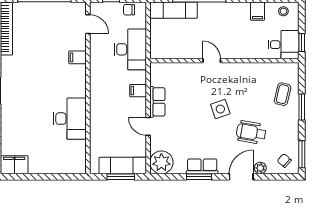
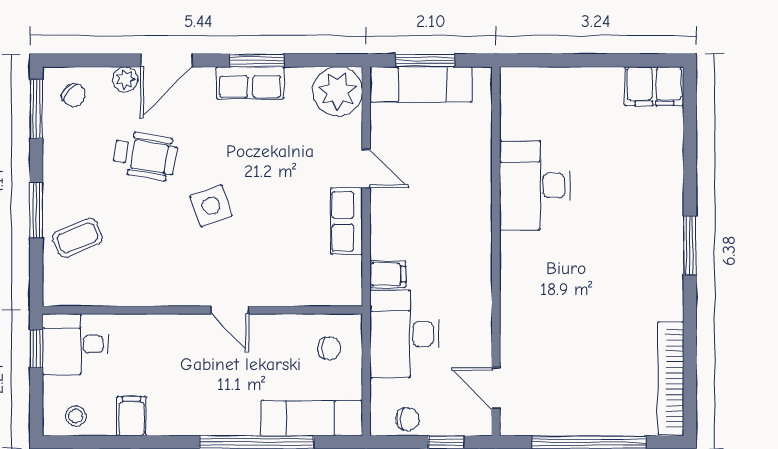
chair: (165, 43) -> (329, 348), added
filing cabinet: (78, 57) -> (518, 317), removed
filing cabinet: (138, 91) -> (388, 274), moved
coffee table: (283, 94) -> (78, 238), turned 55

